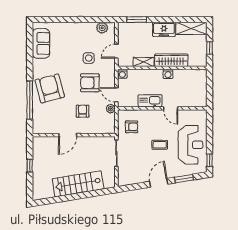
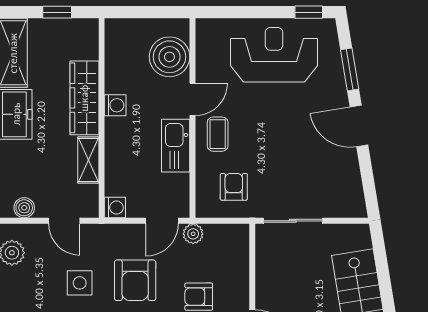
boiler: (122, 33) -> (24, 208), added
boiler: (190, 98) -> (169, 57), added
coffee table: (160, 145) -> (218, 134), moved

